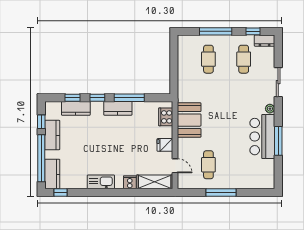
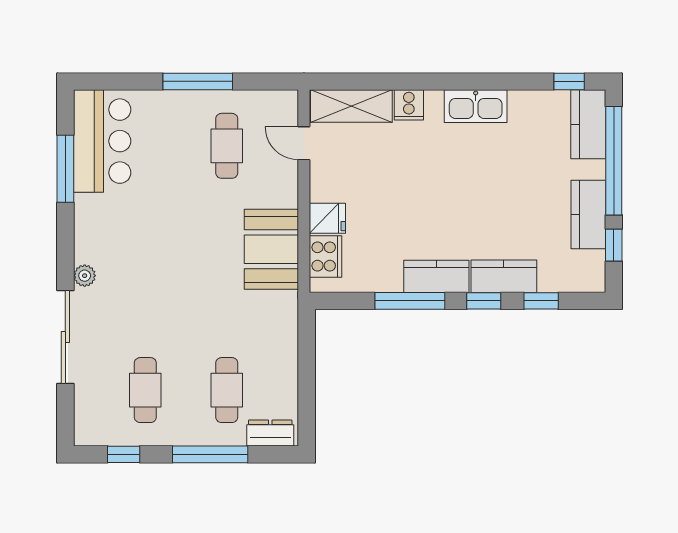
dresser: (265, 41) -> (270, 433), moved
sliding door: (278, 82) -> (65, 337), width x1.37
kitchen counter: (76, 108) -> (504, 276), moved
bar counter: (262, 137) -> (102, 141), moved
window: (278, 141) -> (65, 169), moved
fridge: (165, 145) -> (327, 218), moved

